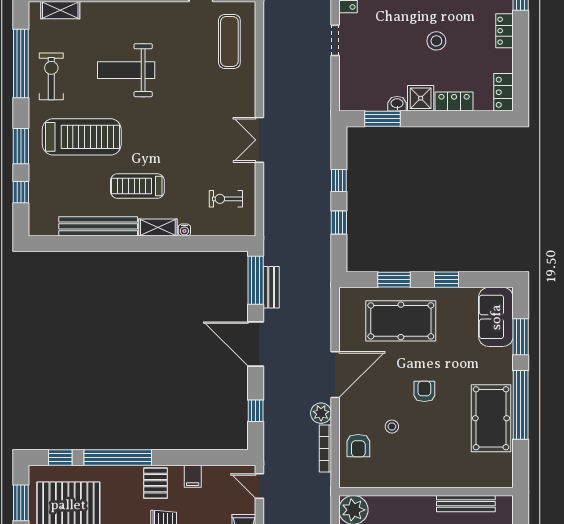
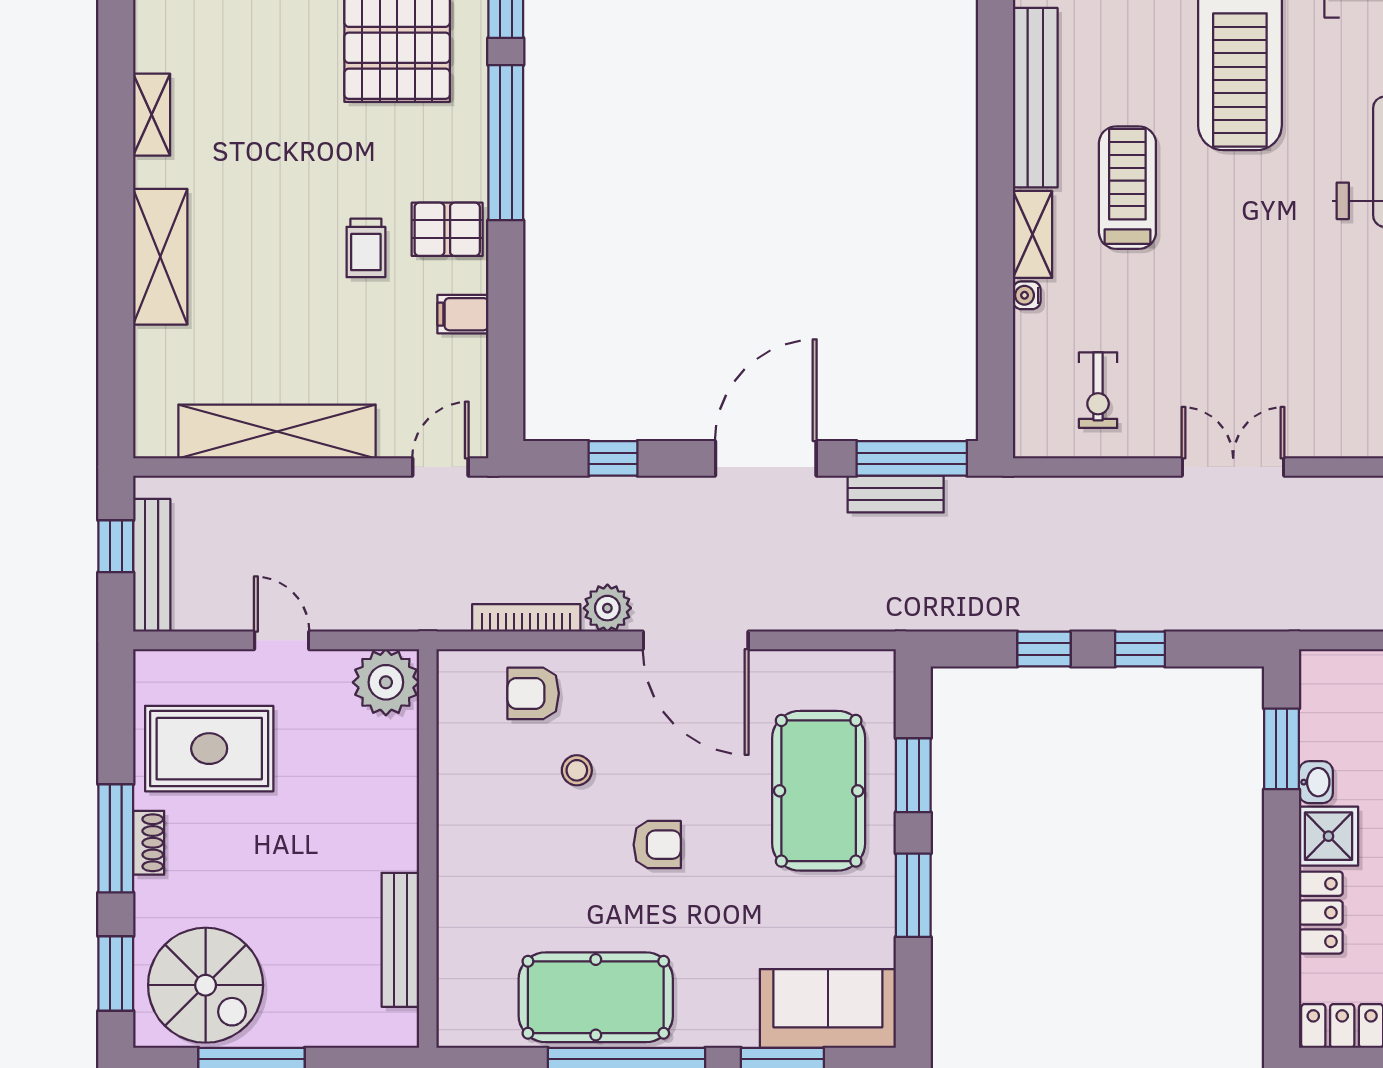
exercise bike: (226, 199) -> (1098, 390), turned 180
window: (446, 280) -> (913, 895), width x1.50

